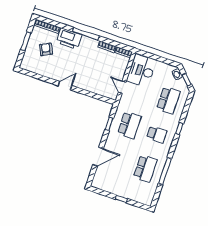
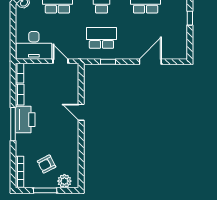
printer: (69, 39) -> (25, 120), moved
plant: (28, 59) -> (64, 181), added
door: (65, 86) -> (81, 112), moved
door: (122, 87) -> (60, 61), swing flipped
door: (98, 157) -> (150, 62), hinge flipped

